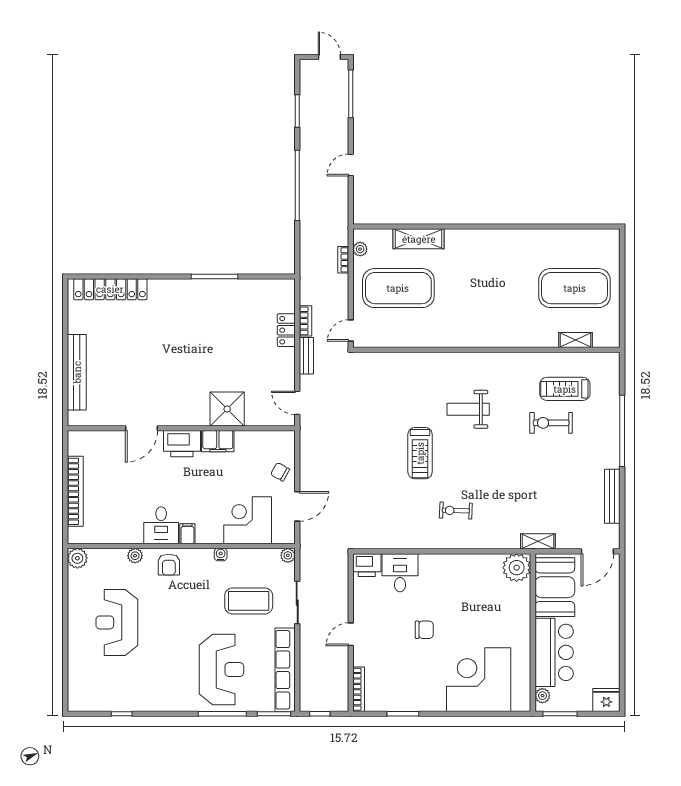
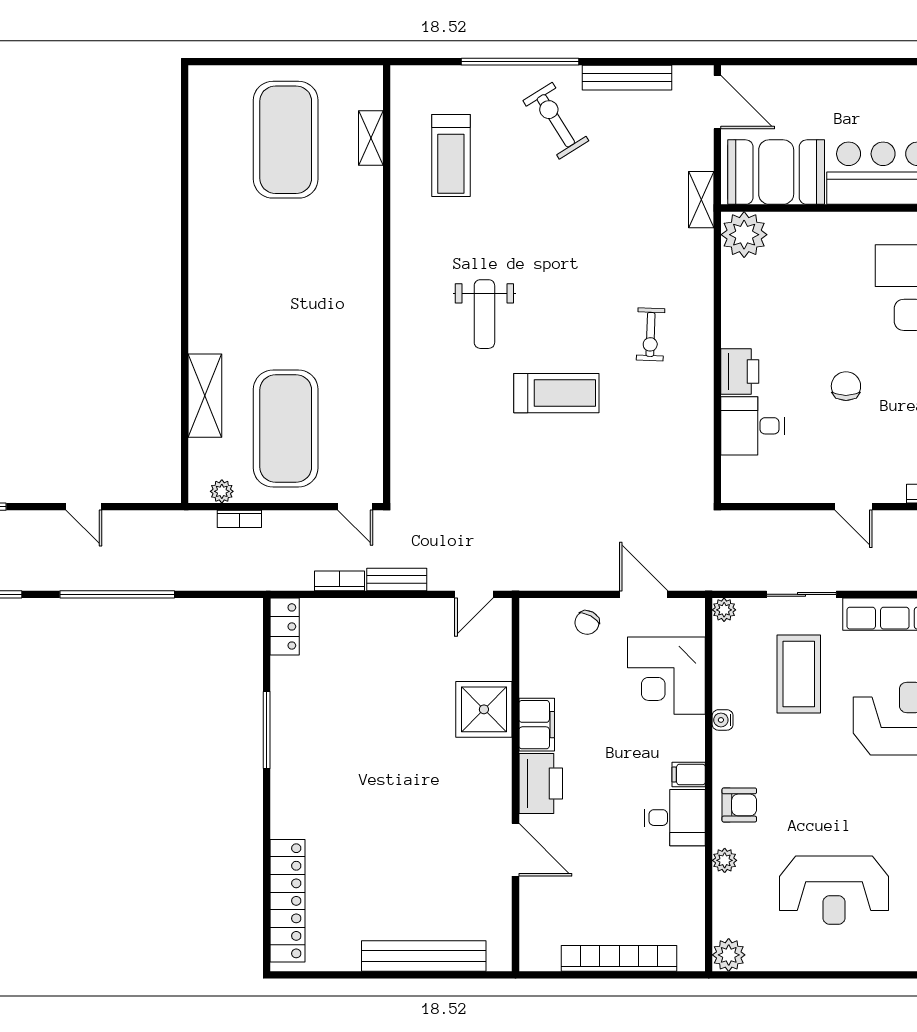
locker: (286, 330) -> (285, 626), moved, turned -90
exercise bike: (551, 423) -> (556, 121), moved, turned 148
printer: (367, 565) -> (740, 371), moved

